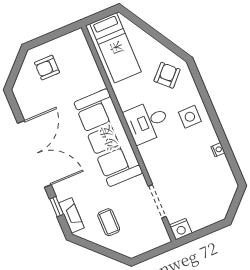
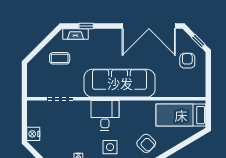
window: (18, 64) -> (198, 41), added
desk: (147, 122) -> (105, 115), moved
double door: (34, 154) -> (149, 26), moved
nightstand: (181, 229) -> (33, 134), moved

